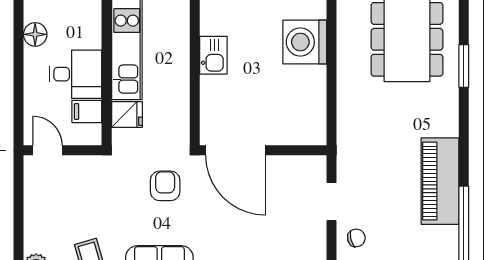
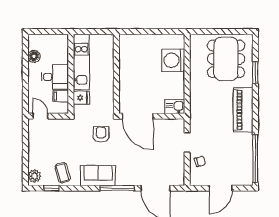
kitchen sink: (213, 55) -> (175, 107), moved, turned -90
piano: (440, 181) -> (243, 110), moved

